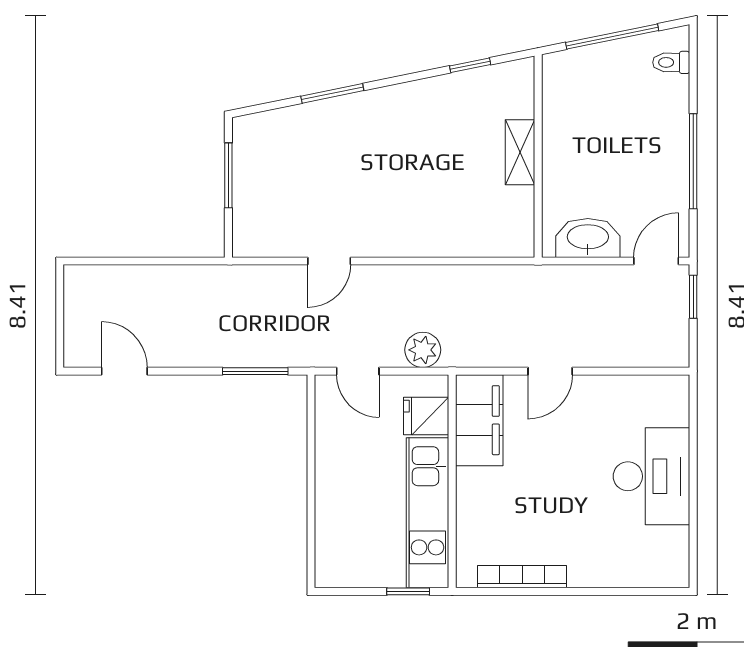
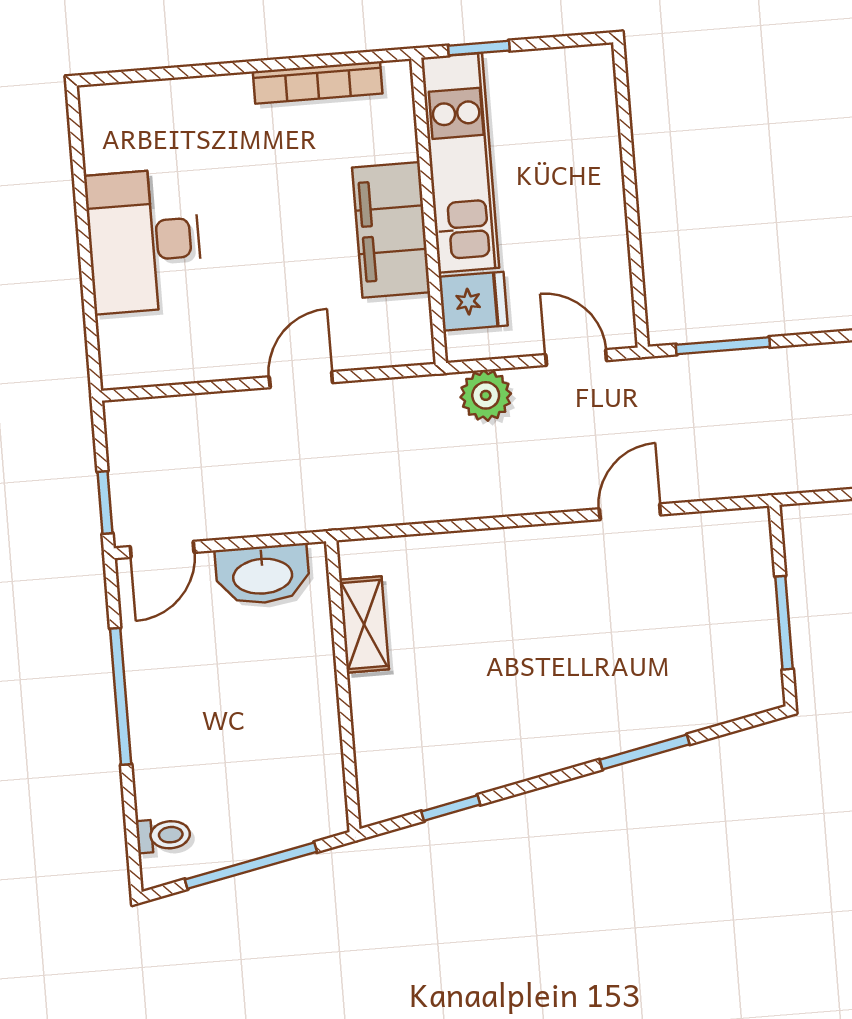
shelving: (520, 152) -> (364, 624), moved
filing cabinet: (479, 420) -> (391, 230), moved

